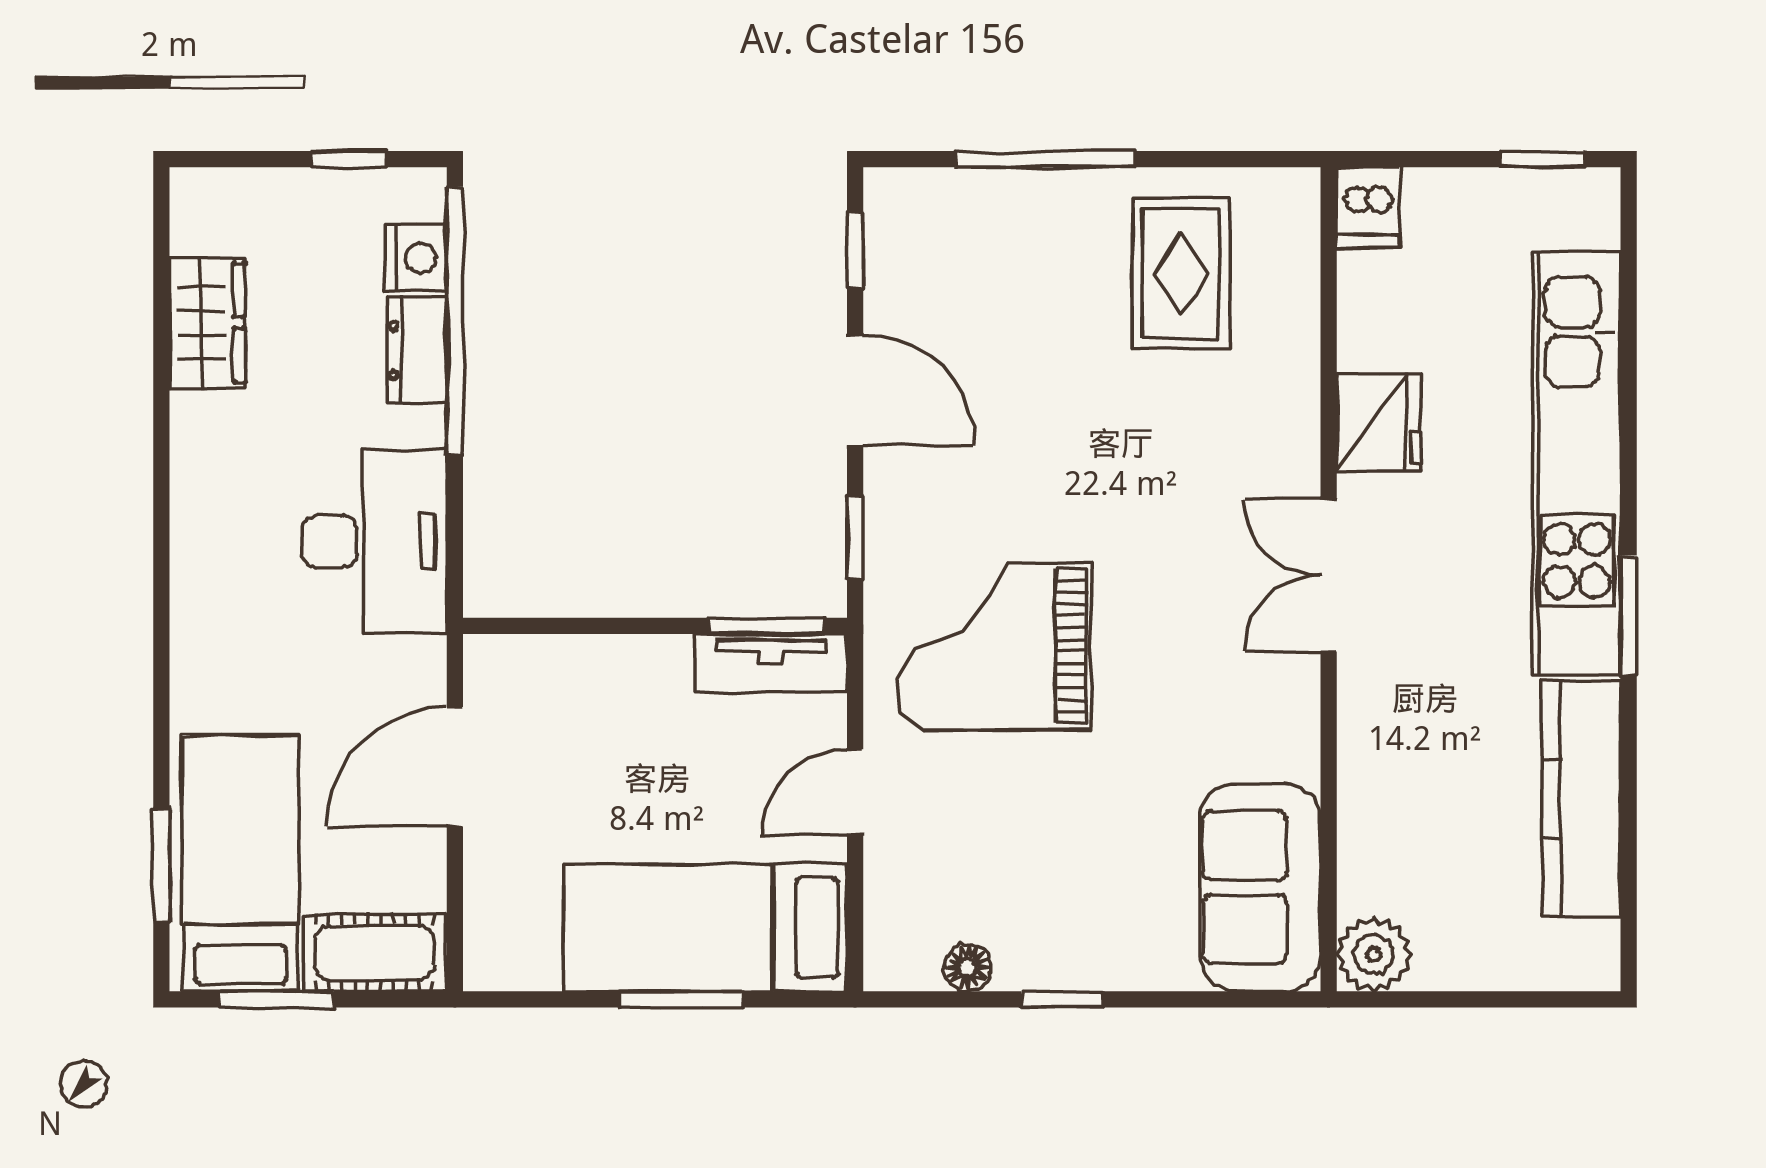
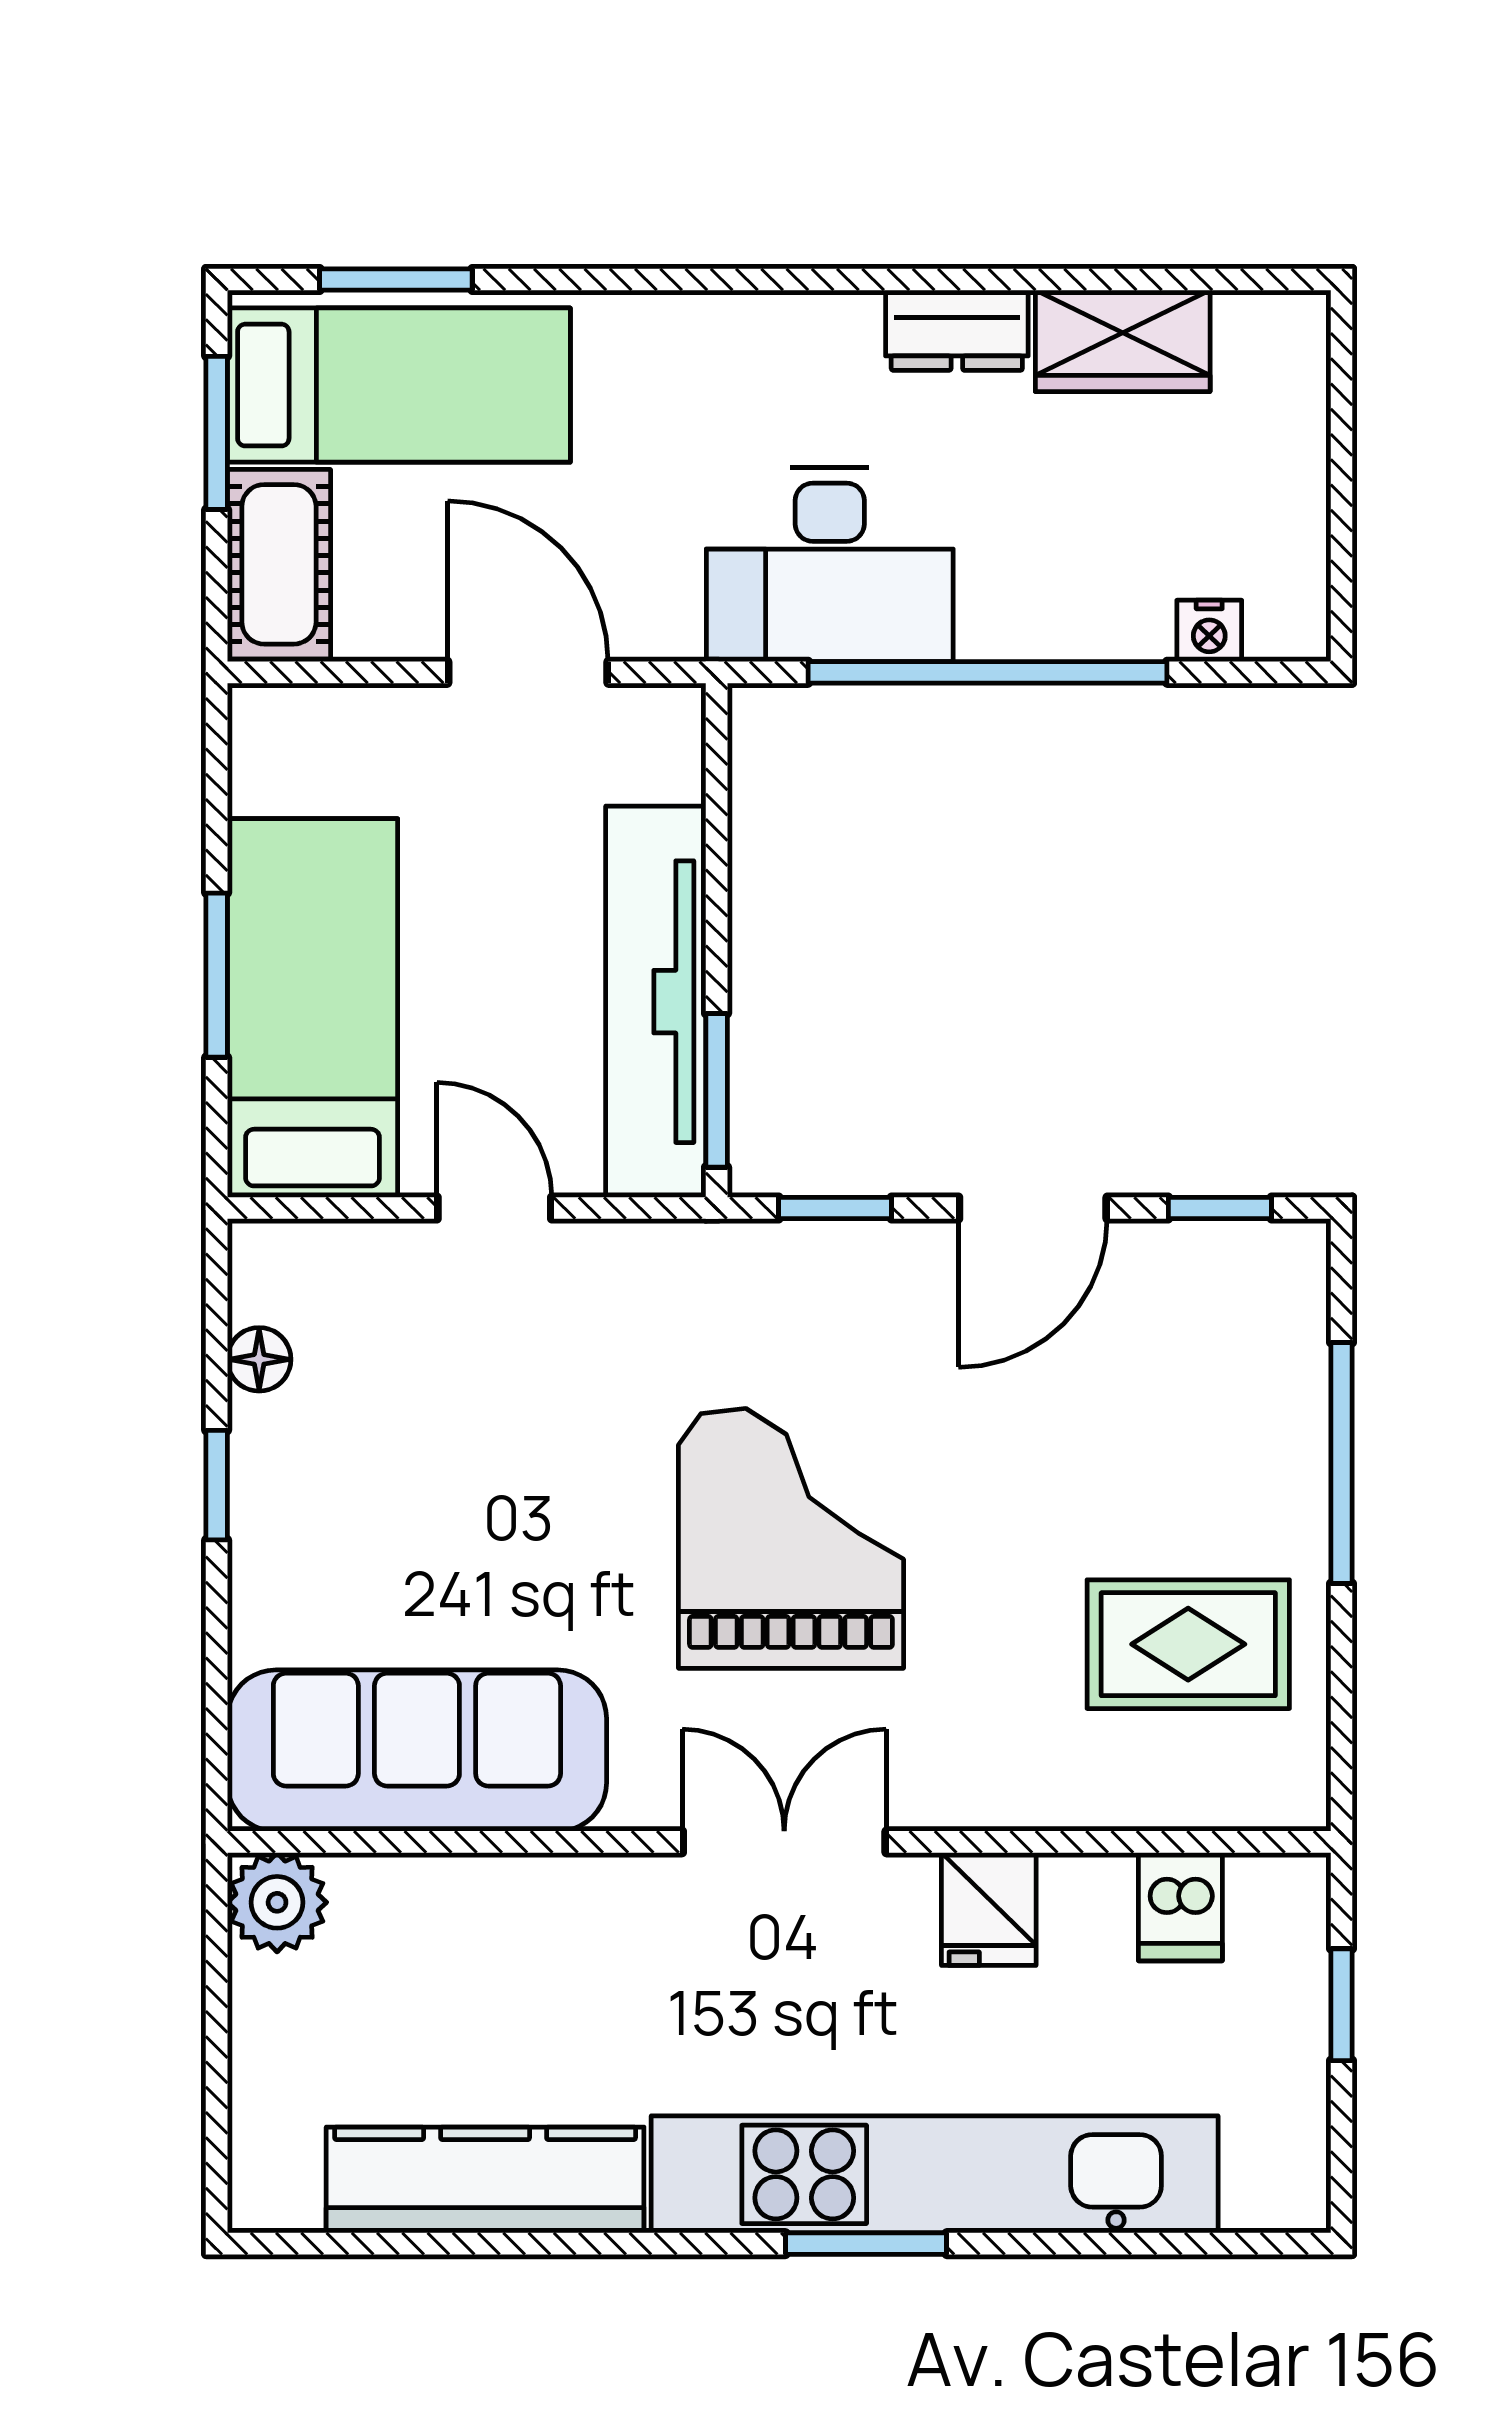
window: (349, 159) -> (1342, 530), removed
window: (1542, 159) -> (1342, 2005), moved
dishwasher: (1368, 208) -> (1180, 1907), moved, turned -90
nightstand: (416, 258) -> (1209, 631), width x0.72, depth x0.74
window: (455, 321) -> (988, 672), moved
dresser: (417, 350) -> (957, 330), moved, turned 180
fridge: (1379, 423) -> (989, 1909), width x0.72
window: (1629, 616) -> (866, 2244), moved
grand piano: (994, 646) -> (791, 1538), moved
tv unit: (771, 663) -> (656, 1002), width x1.92, depth x1.29
sofa: (1260, 887) -> (417, 1751), width x1.36

